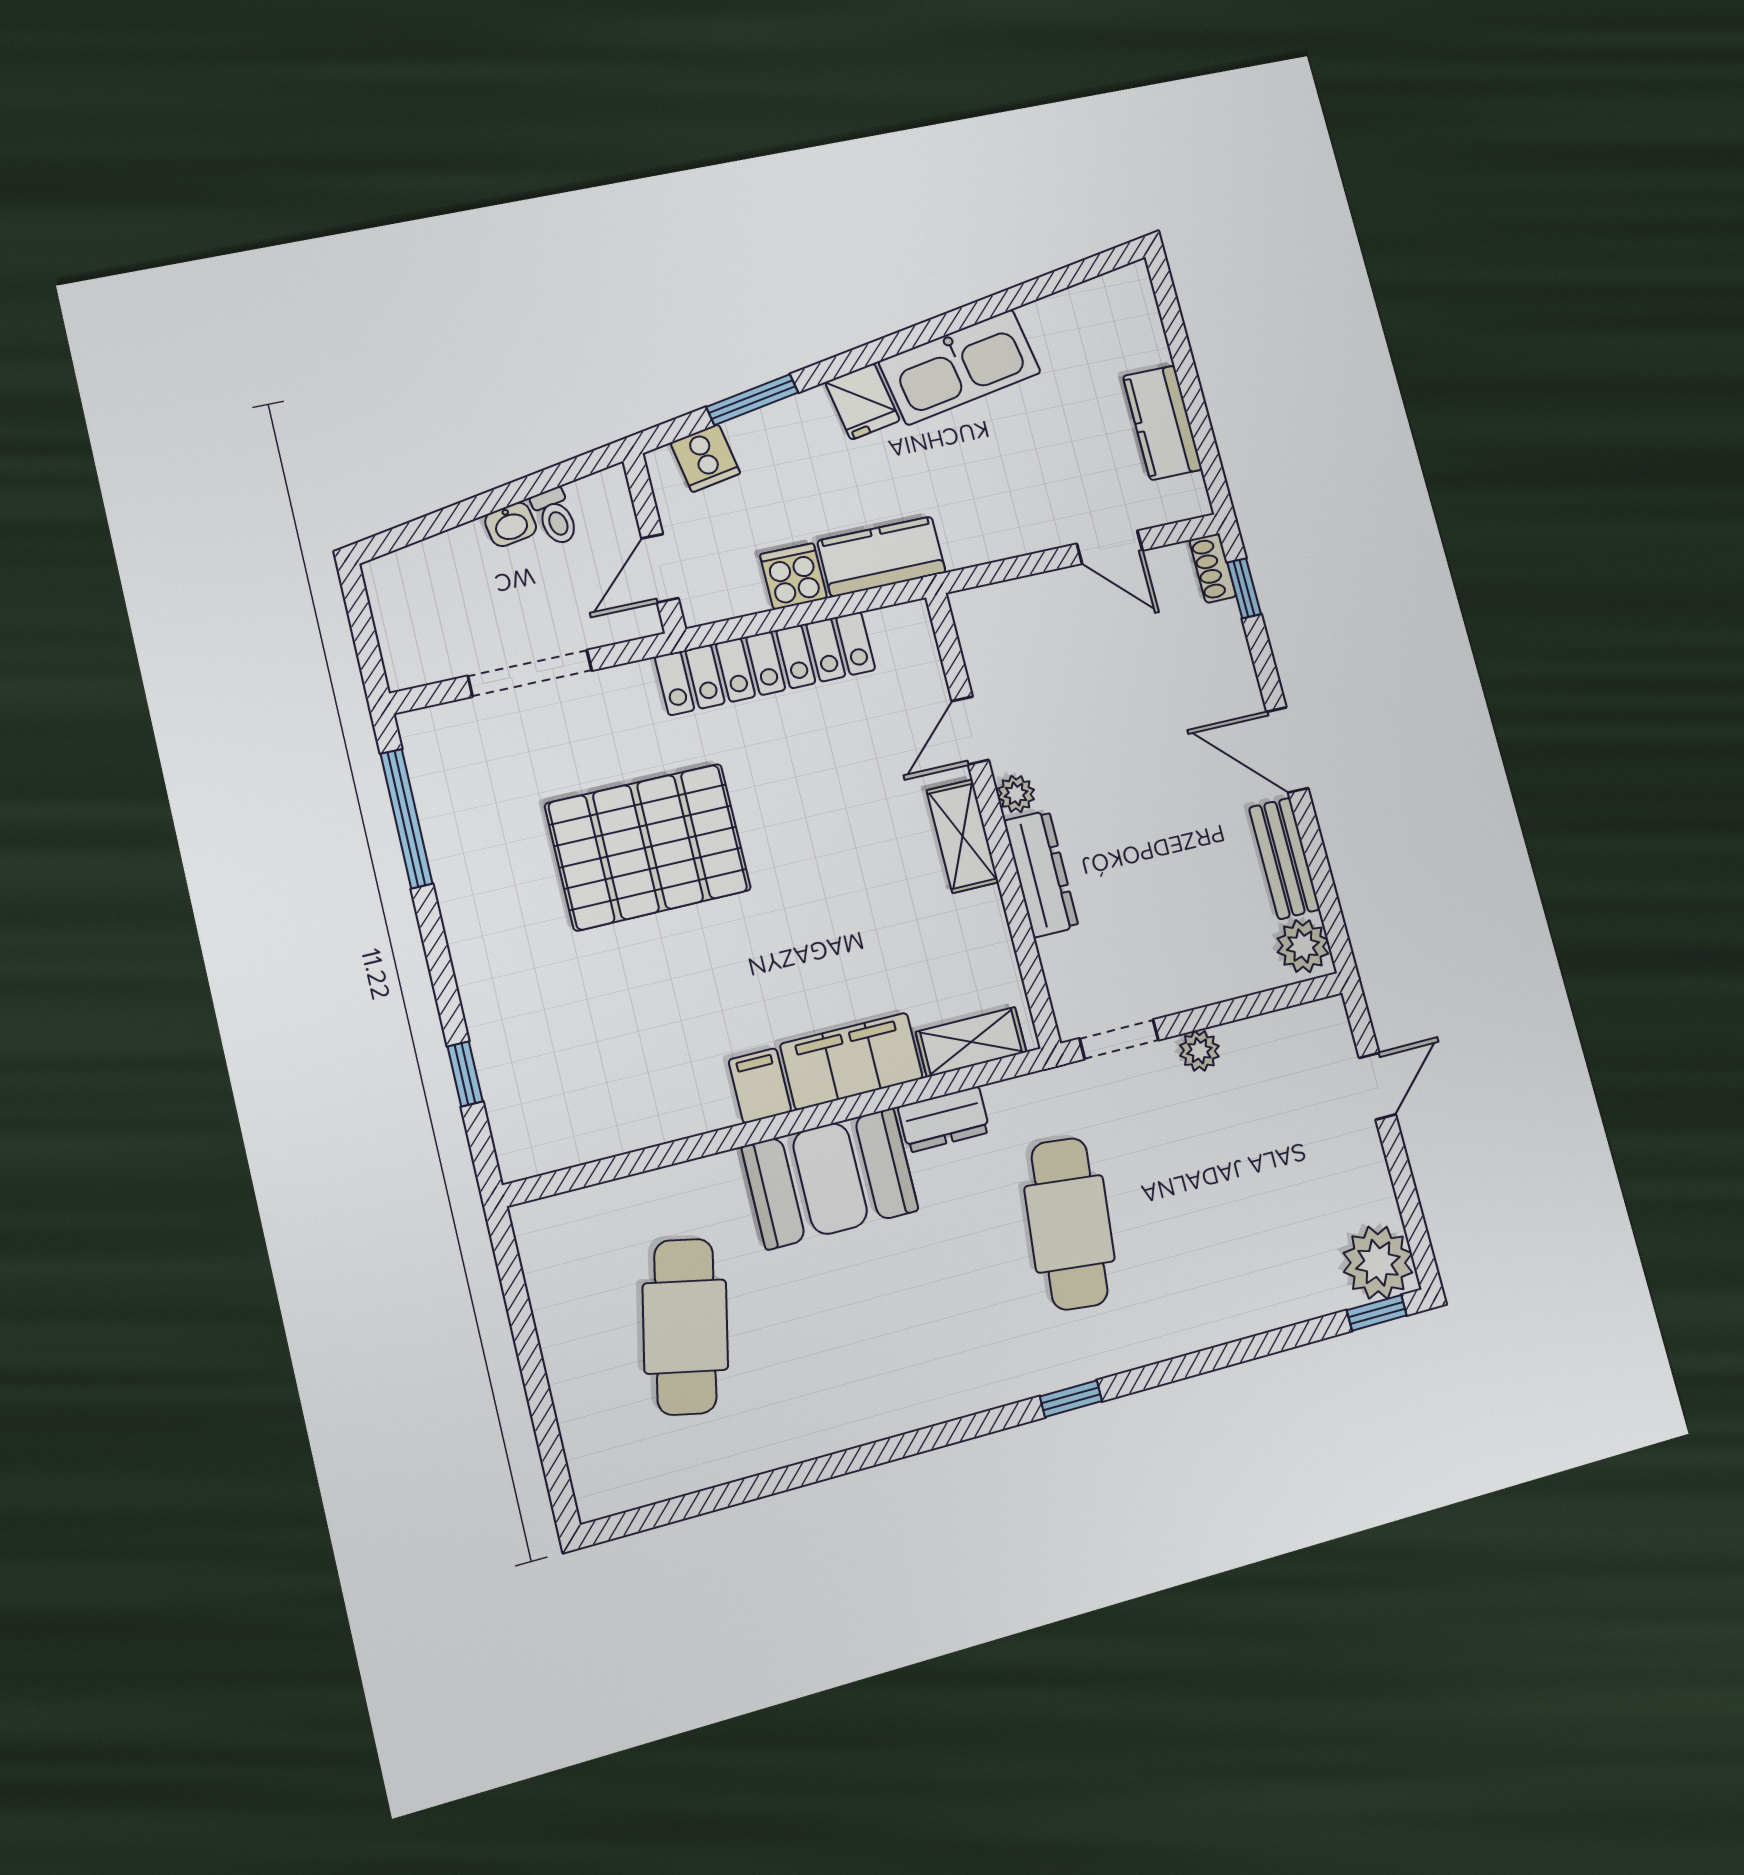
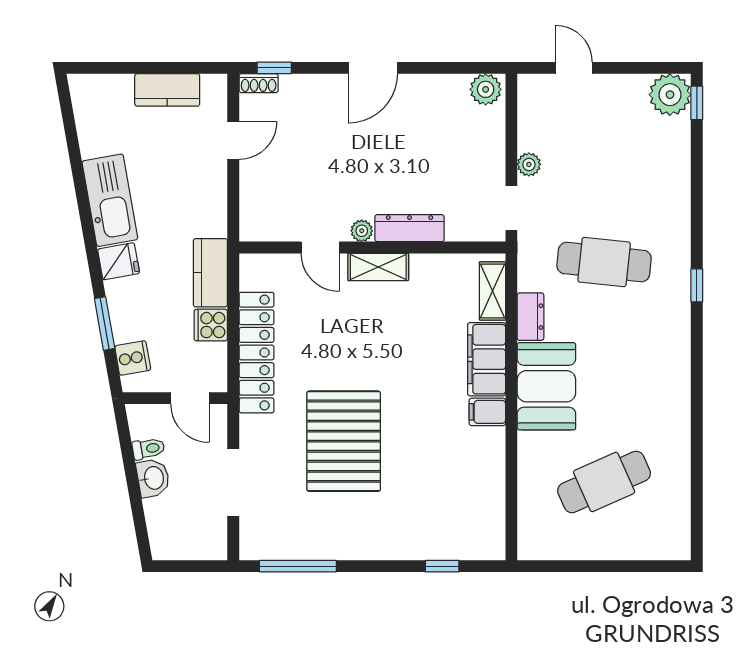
washbasin: (511, 524) -> (153, 478), width x1.38, depth x1.45
bench: (1284, 858) -> (434, 87), removed
cafe table: (685, 1327) -> (604, 482), turned -36

